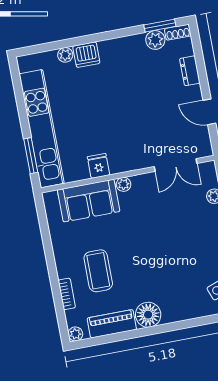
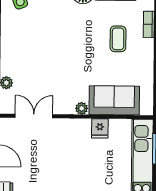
coffee table: (98, 271) -> (118, 39), width x0.73, depth x0.77

